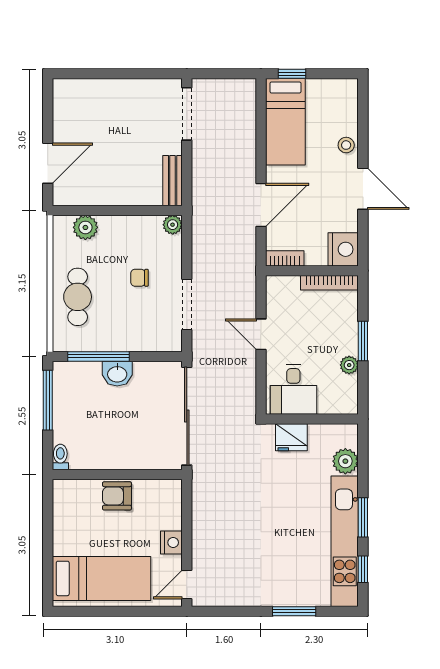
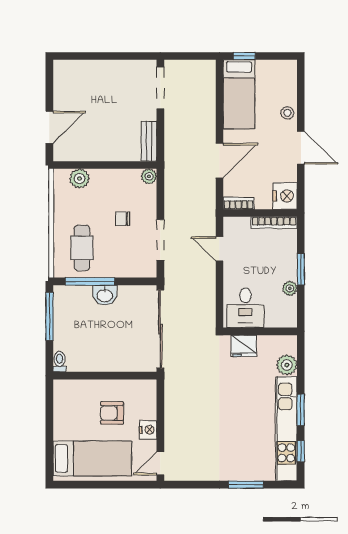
cafe table: (78, 297) -> (82, 248), moved
door: (261, 334) -> (219, 249), moved
armchair: (117, 496) -> (112, 413), moved

